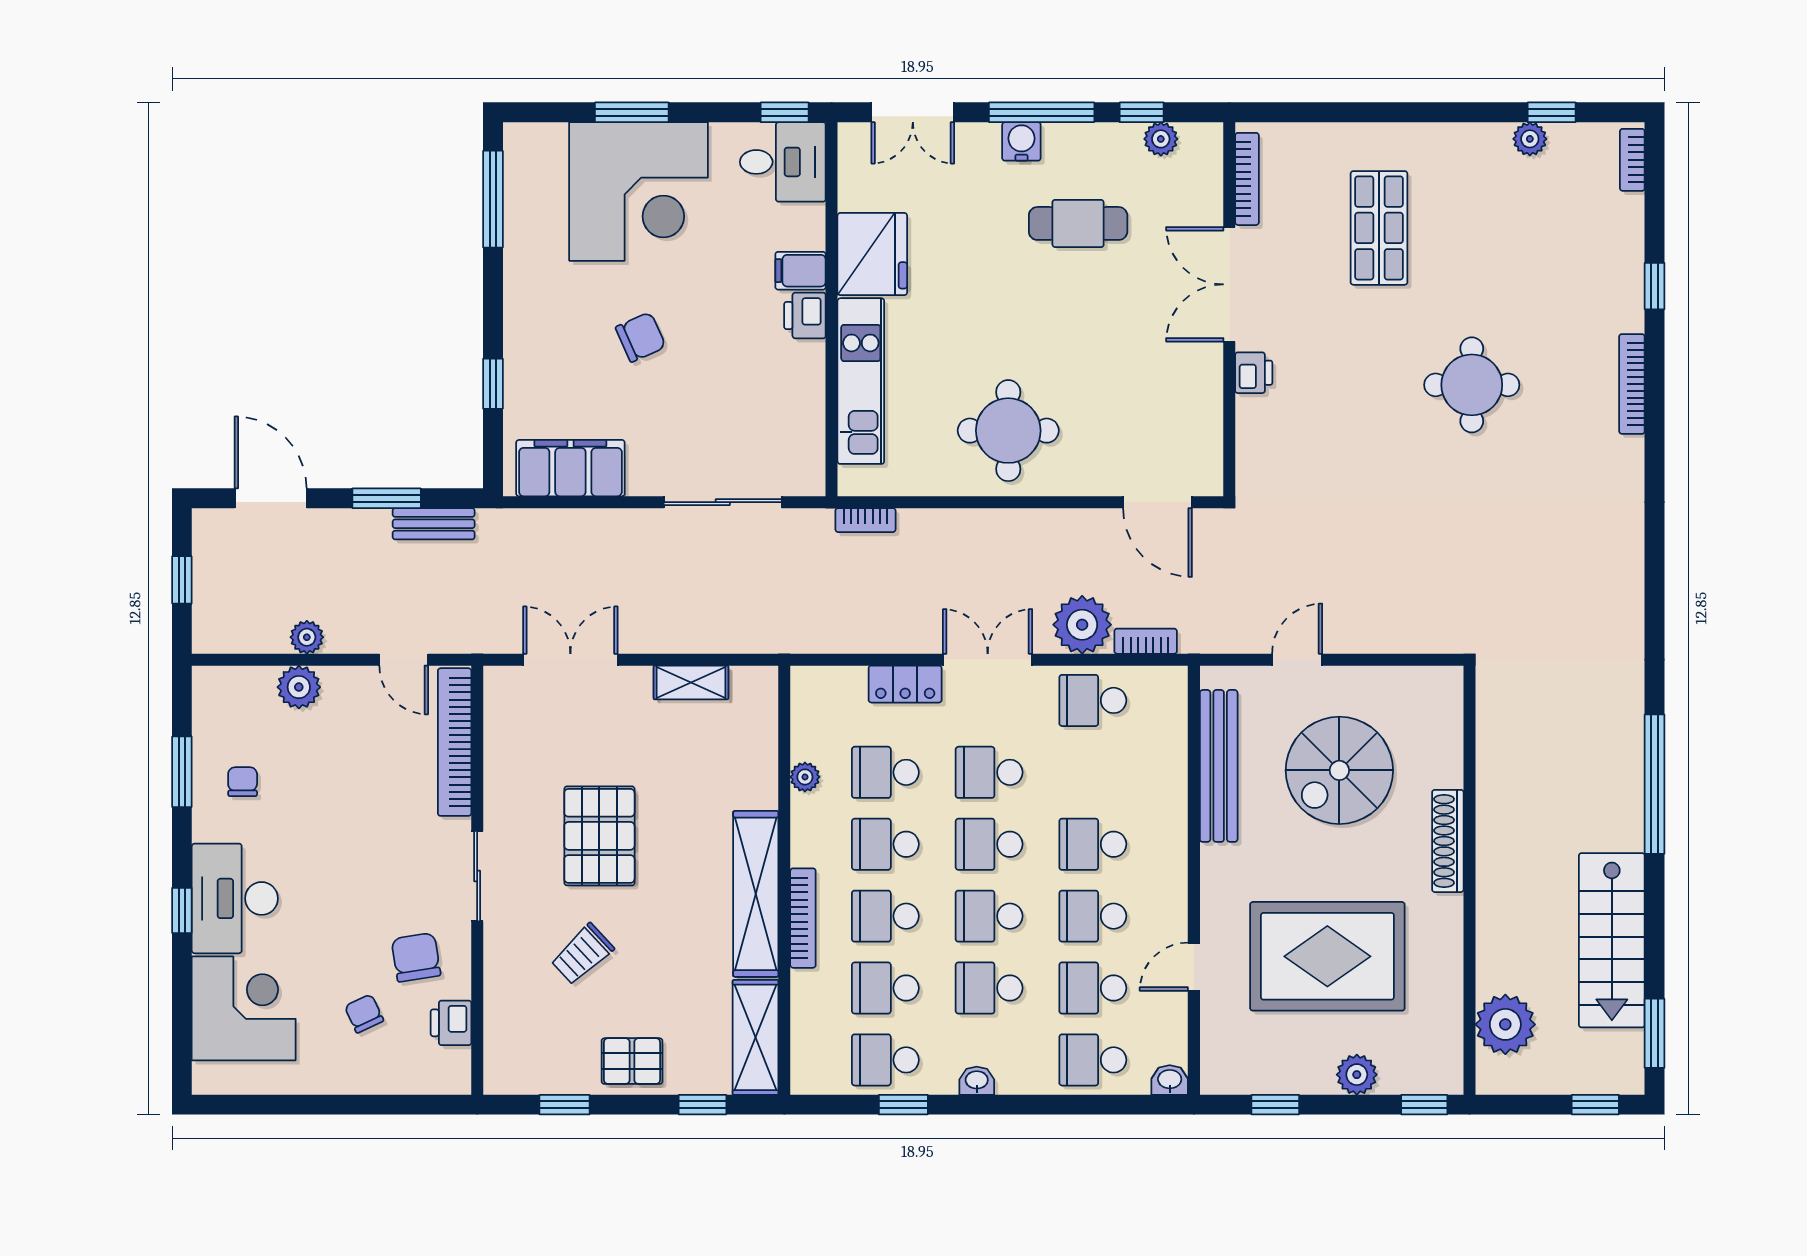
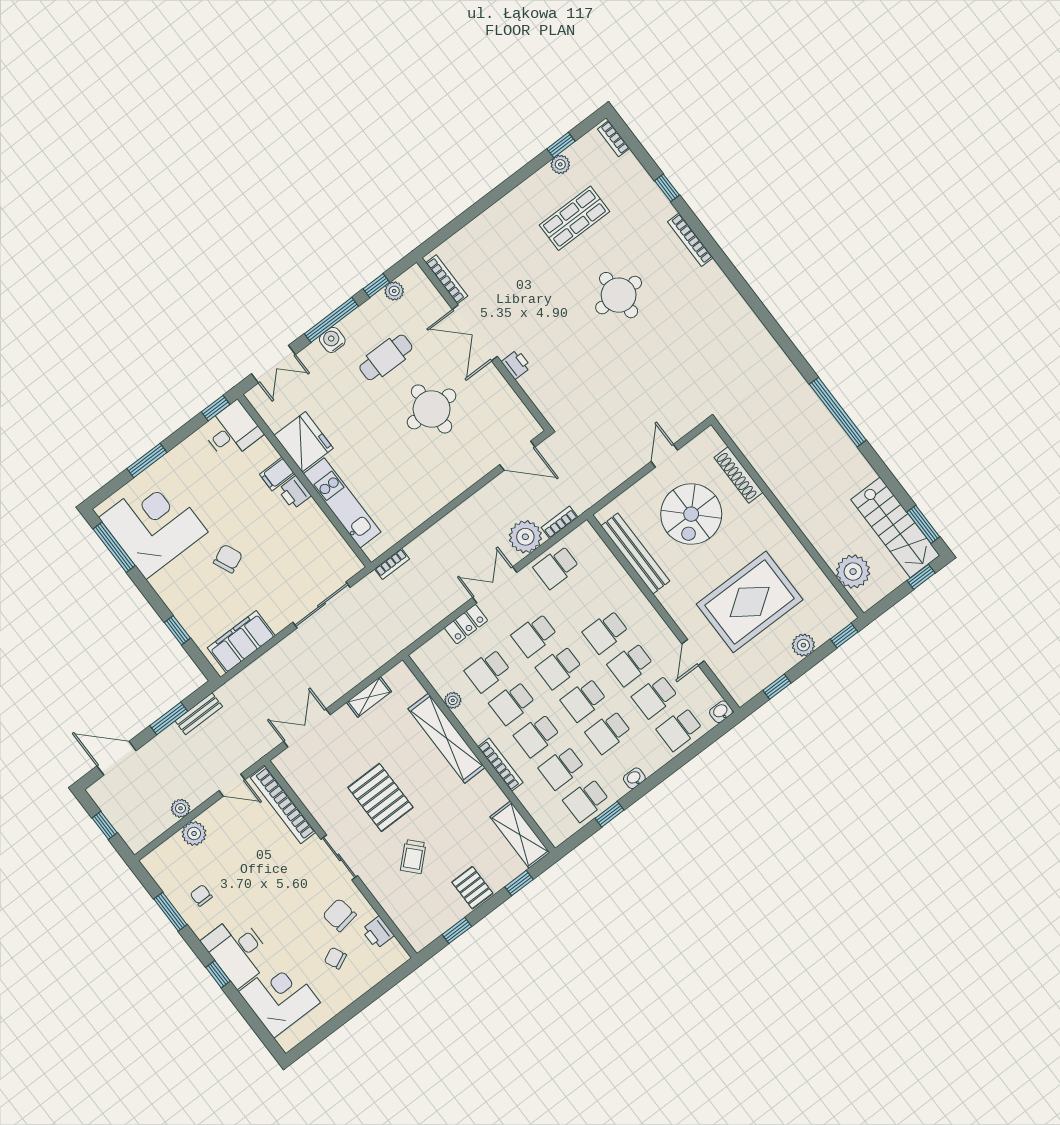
corner desk: (638, 192) -> (153, 525), moved, turned -90
shop shelf: (1379, 228) -> (574, 218), moved, turned 90
round table: (1008, 431) -> (432, 409), moved
door: (1297, 660) -> (664, 456), moved
shoe rack: (1448, 841) -> (738, 475), moved
shelving: (756, 894) -> (447, 738), moved
stairs: (1612, 940) -> (895, 527), moved
pallet: (632, 1061) -> (472, 888), turned 90

